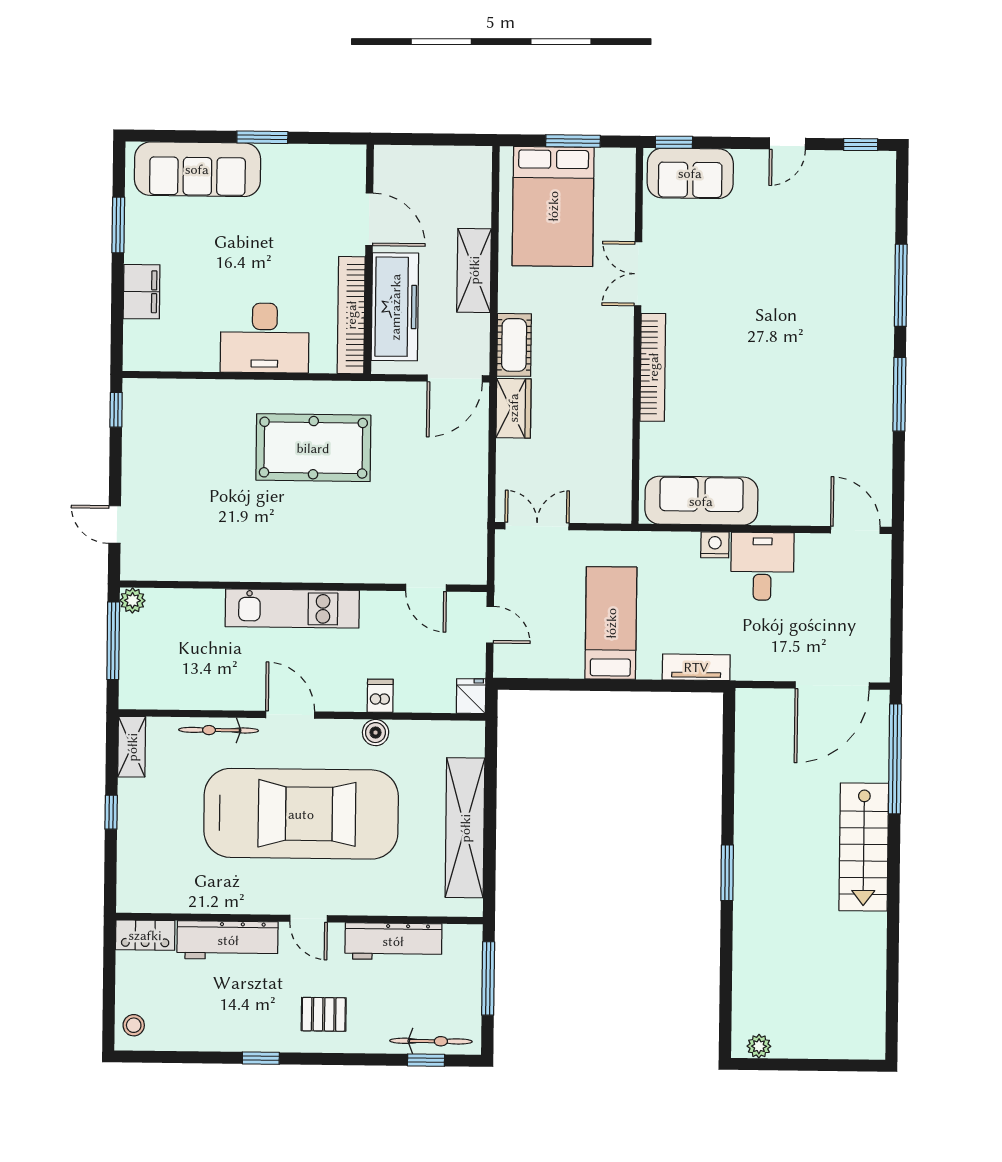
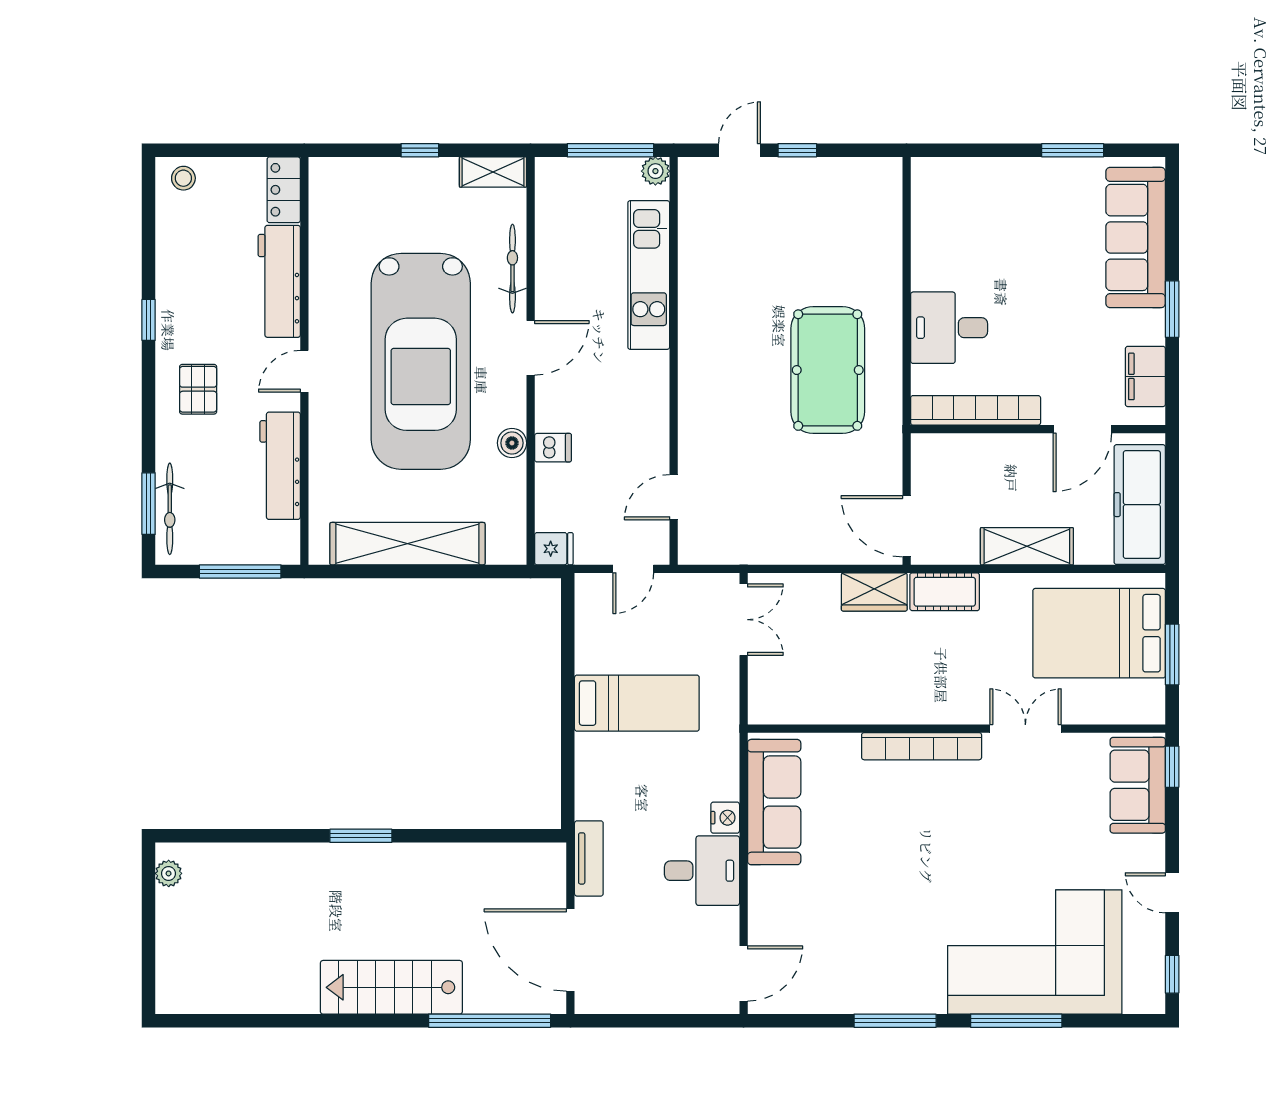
corner sofa: (839, 268) -> (1035, 952), added
filing cabinet: (142, 292) -> (1145, 376), moved, turned 90
freezer: (395, 307) -> (1140, 505), moved, turned 90
desk: (265, 338) -> (949, 328), width x0.73
window: (116, 410) -> (797, 150), moved
kitchen unit: (292, 609) -> (649, 275), moved
tv unit: (696, 667) -> (589, 858), moved
window: (426, 1060) -> (149, 504), width x1.50

